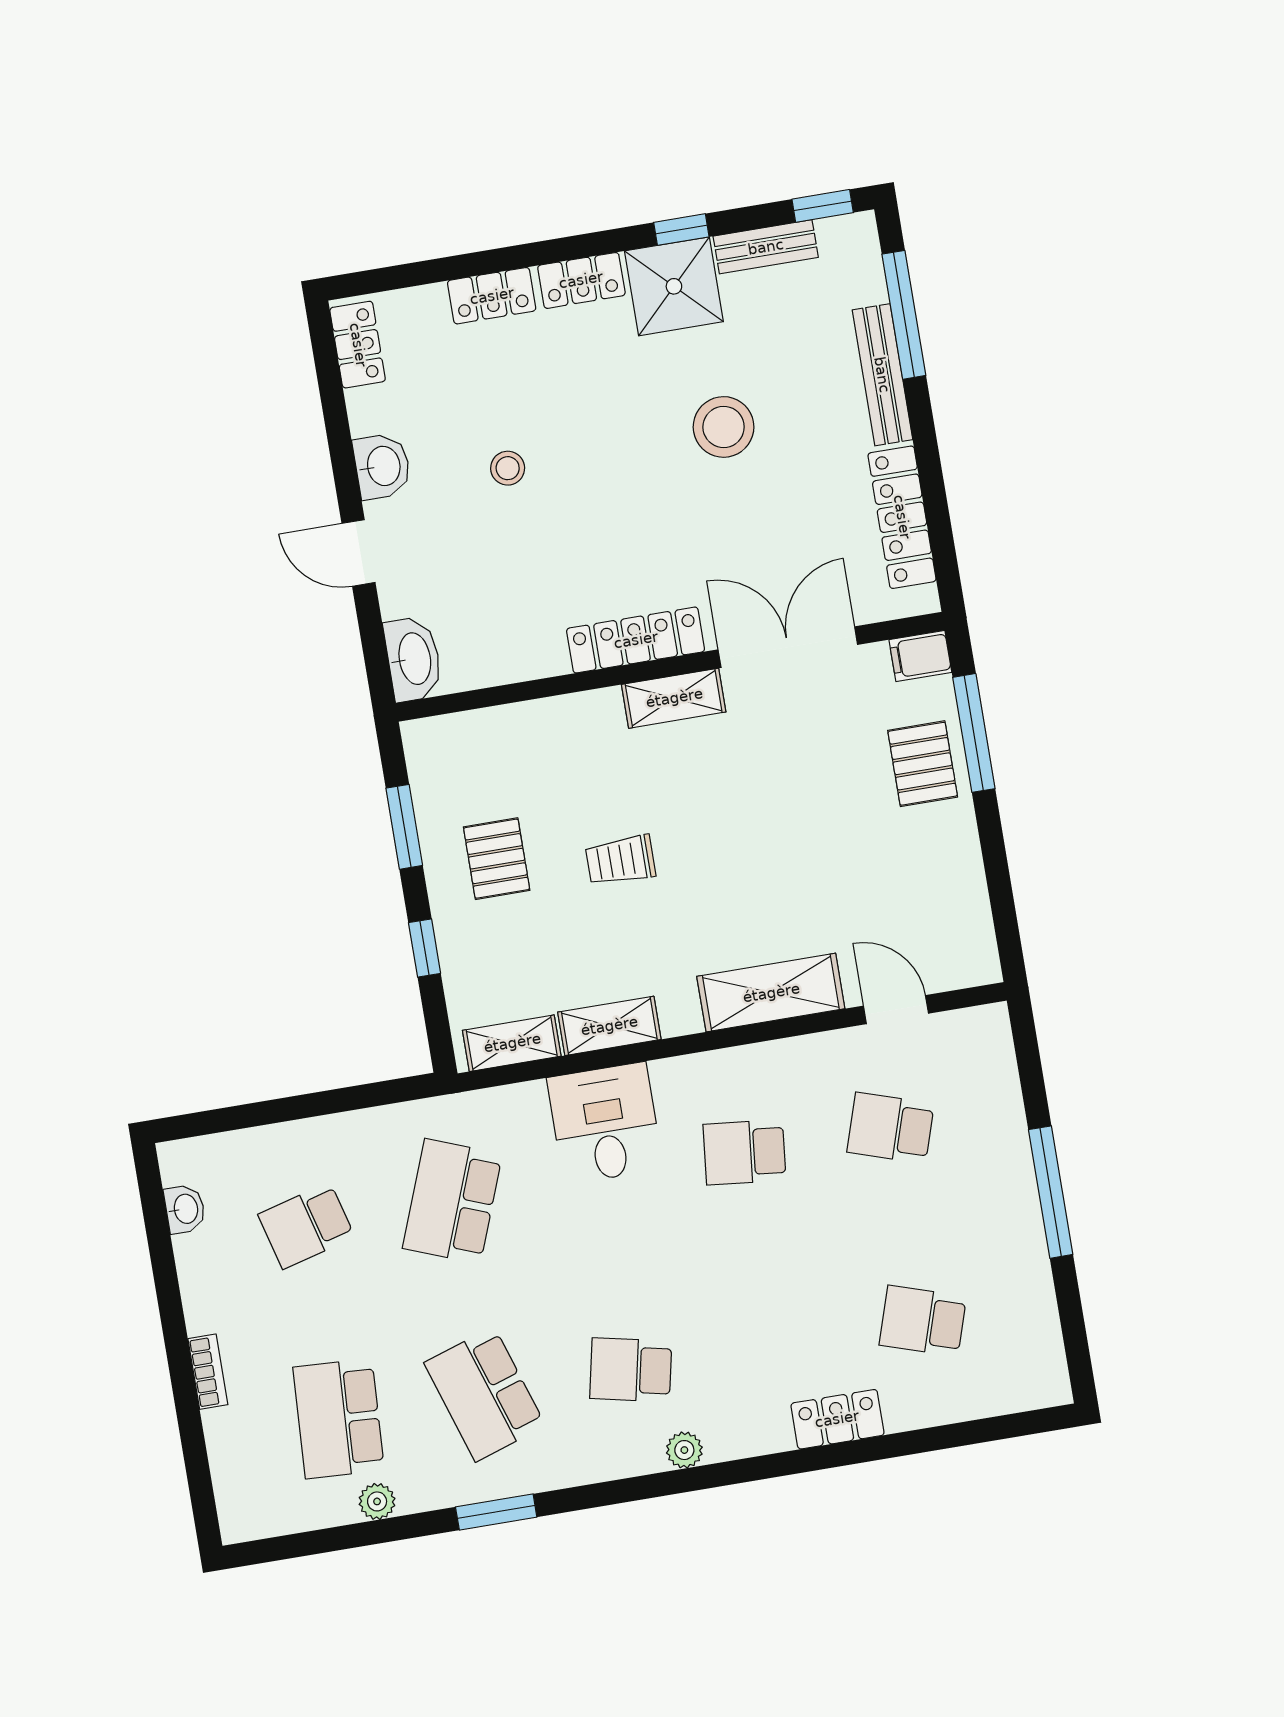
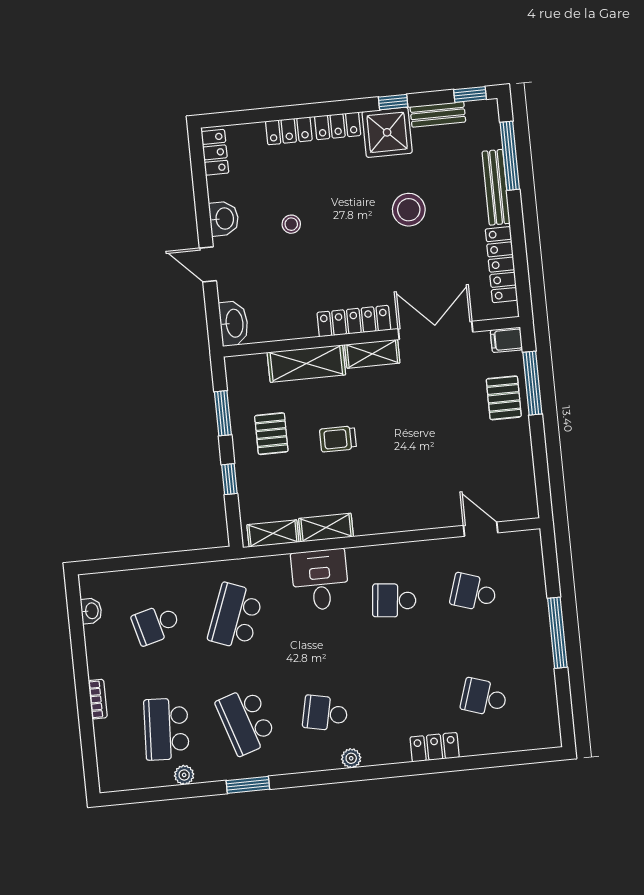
shelving: (771, 993) -> (306, 364), moved

